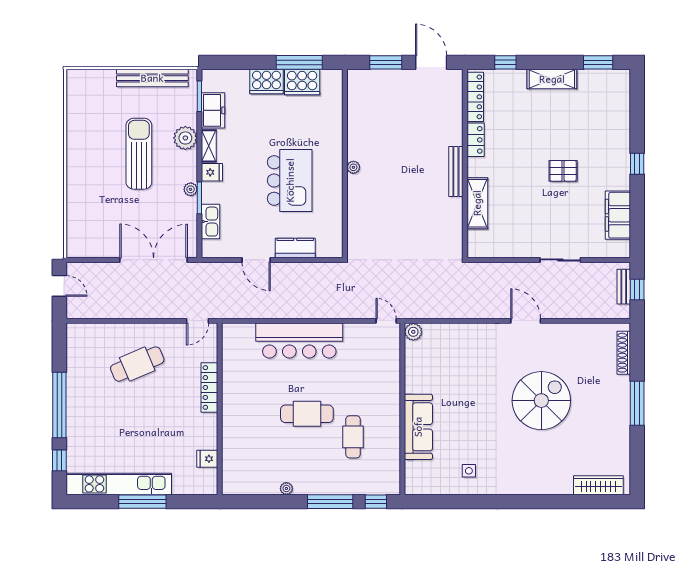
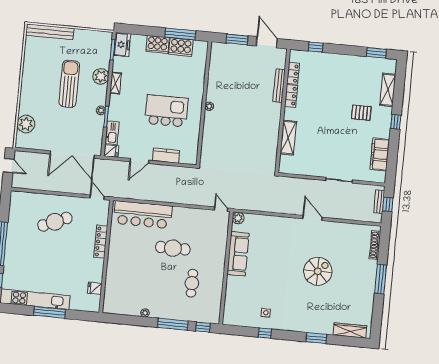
bench: (152, 78) -> (50, 32), moved
shelving: (552, 79) -> (388, 90), moved, turned 90
locker: (475, 97) -> (293, 73), width x0.66
freezer: (213, 110) -> (122, 45), moved
bench: (456, 171) -> (279, 86), moved
pallet: (563, 171) -> (361, 113), moved
fridge: (212, 172) -> (111, 151), moved
kitchen island: (290, 180) -> (167, 111), turned -90
plant: (79, 221) -> (26, 124), added
double door: (154, 260) -> (72, 154), swing flipped
door: (256, 260) -> (139, 161), hinge flipped
door: (197, 321) -> (97, 197), swing flipped
bar counter: (299, 341) -> (143, 215), moved
spiral stairs: (541, 401) -> (318, 271), width x0.73, depth x0.73
cafe table: (307, 414) -> (173, 248), moved
sofa: (418, 427) -> (238, 254), moved
window: (470, 502) -> (265, 333), added
window: (549, 502) -> (316, 338), added

